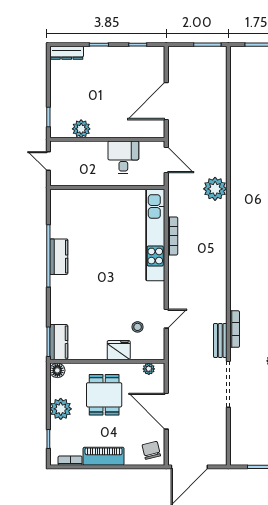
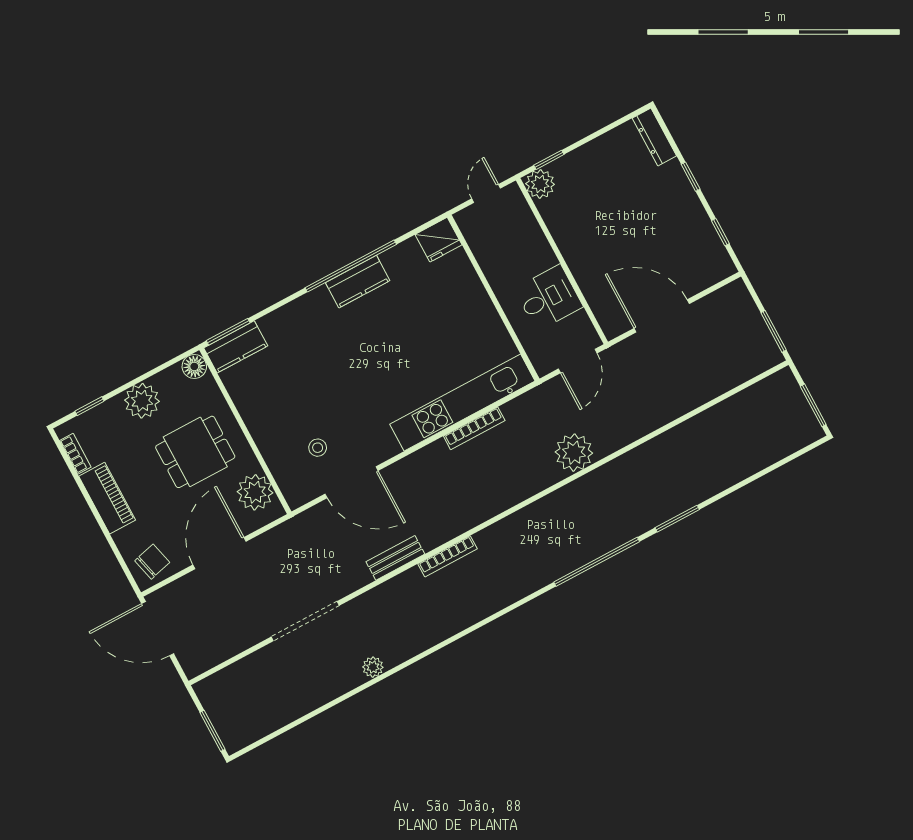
plant: (81, 129) -> (540, 184), moved
door: (166, 319) -> (351, 482), width x1.88
bookcase: (235, 329) -> (448, 556), moved
bench: (220, 340) -> (395, 558), moved
fridge: (119, 350) -> (439, 240), moved, turned 90
plant: (149, 369) -> (255, 492), width x1.88, depth x1.88

